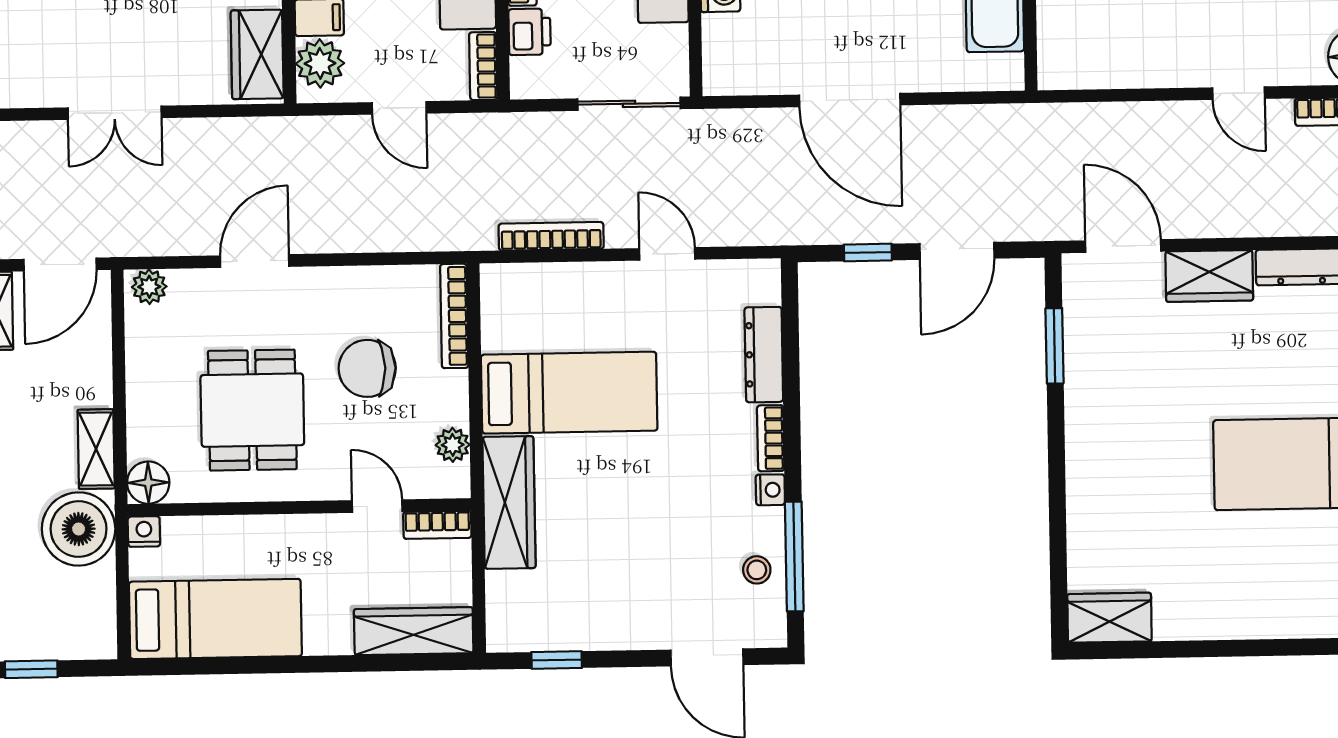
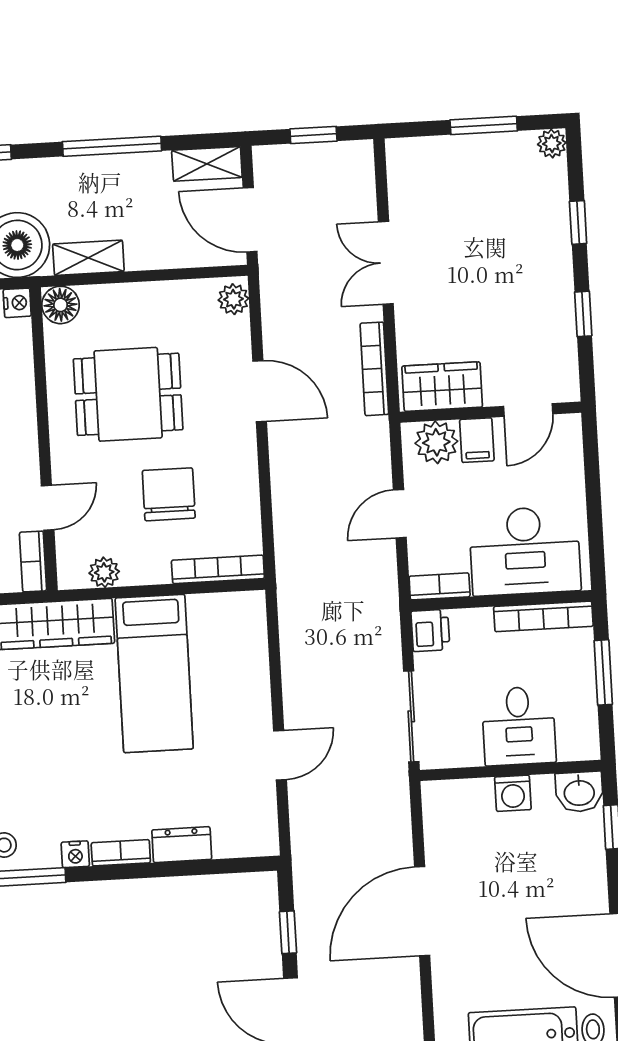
printer: (530, 32) -> (430, 630), moved, turned -90
bookcase: (551, 236) -> (374, 369), moved, turned 180
dresser: (764, 355) -> (182, 845), width x0.70

